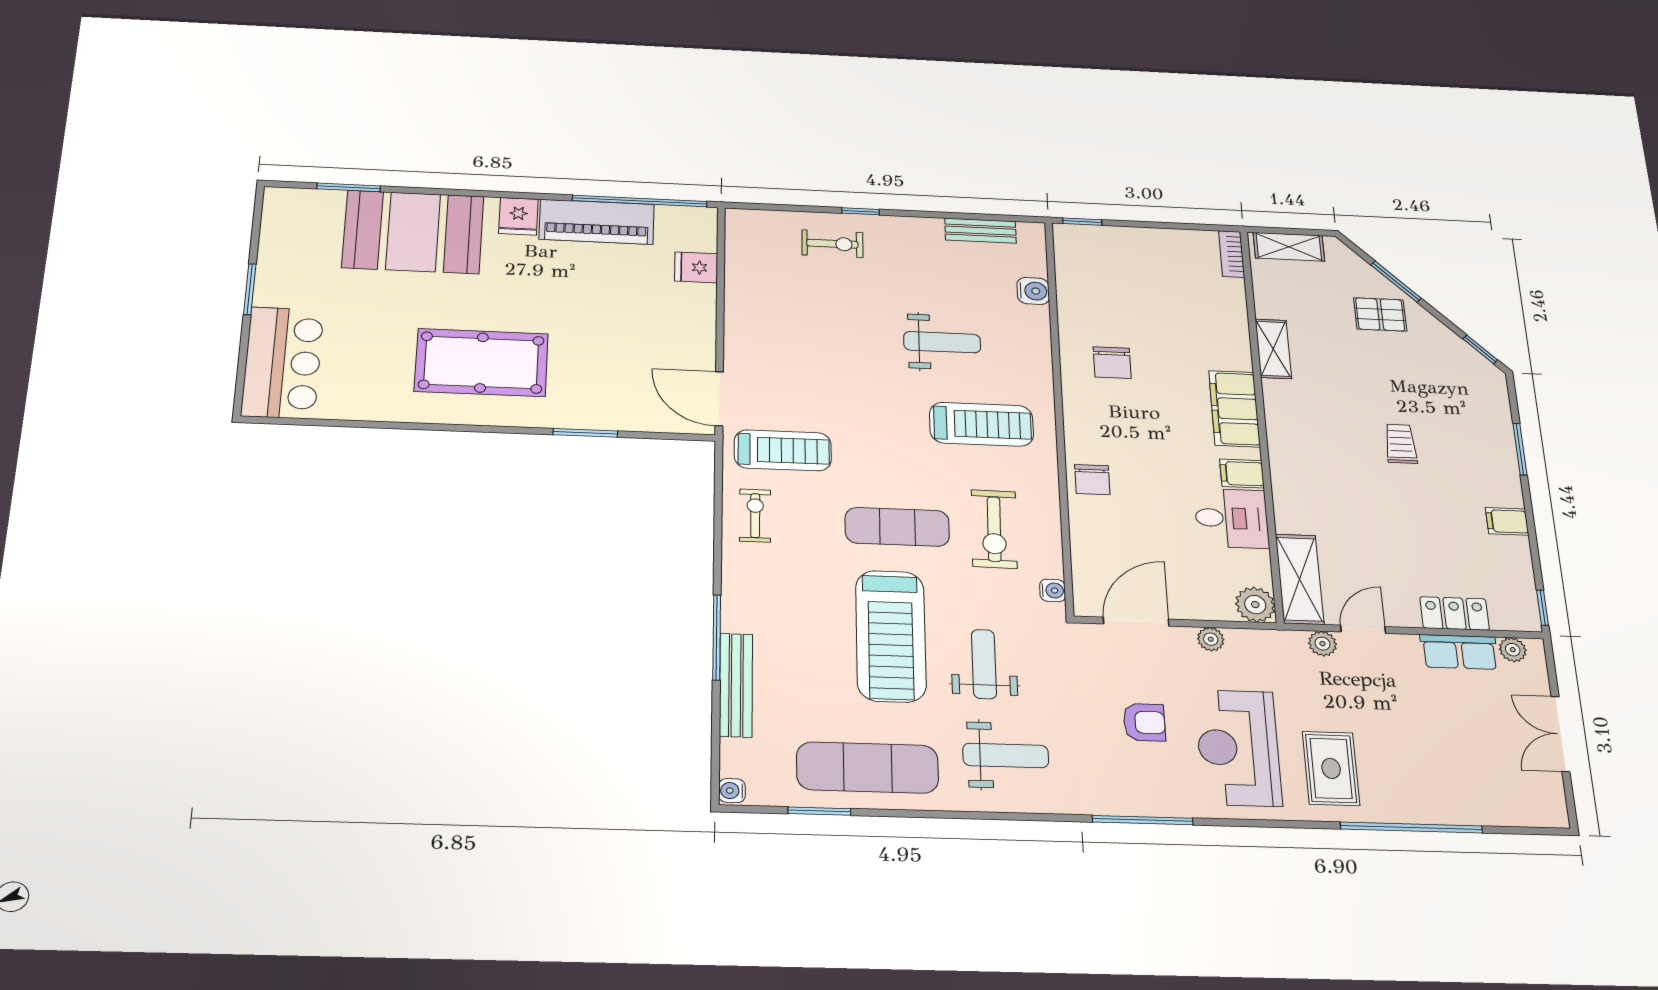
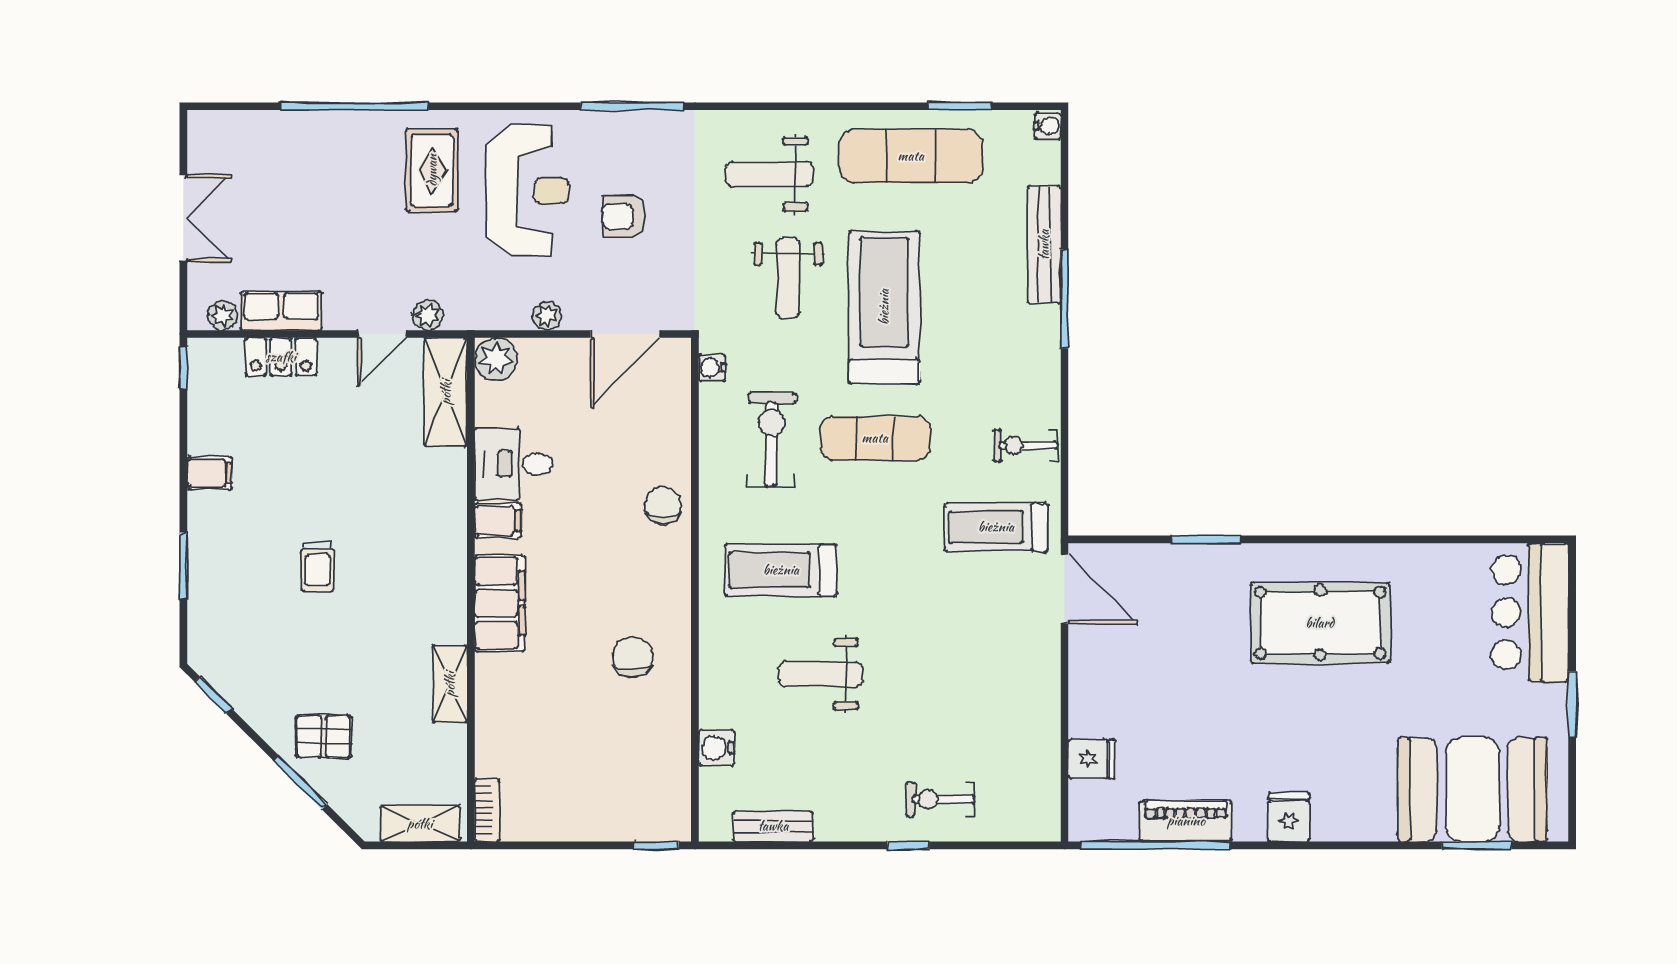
piano: (597, 222) -> (1186, 821), width x0.73, depth x0.75
booth: (413, 232) -> (1472, 790), moved
exercise bike: (755, 516) -> (1025, 445), turned 90

